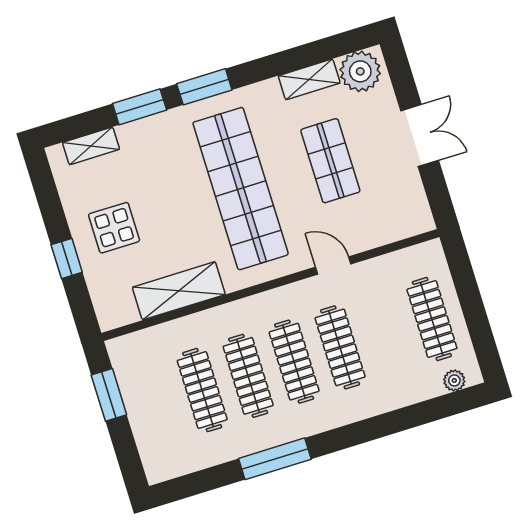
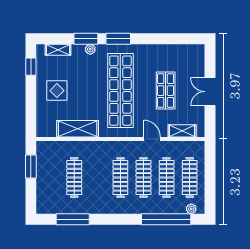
plant: (360, 71) -> (90, 49), moved, width x0.53, depth x0.53
shelving: (309, 79) -> (182, 131), moved
double door: (420, 135) -> (210, 92), swing flipped
window: (67, 258) -> (31, 67), moved
clothes rail: (248, 376) -> (167, 177), moved
window: (411, 417) -> (166, 219), added
window: (275, 459) -> (73, 219), moved

